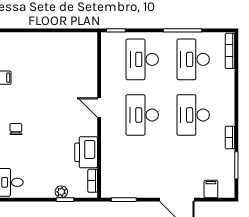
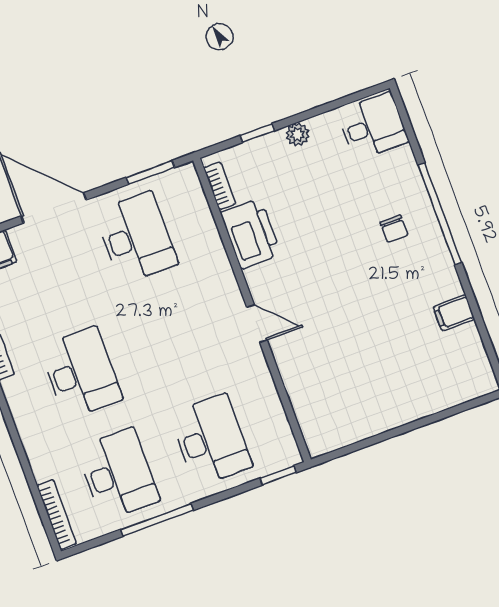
desk: (142, 115) -> (136, 238), moved
plant: (61, 192) -> (298, 134), moved

